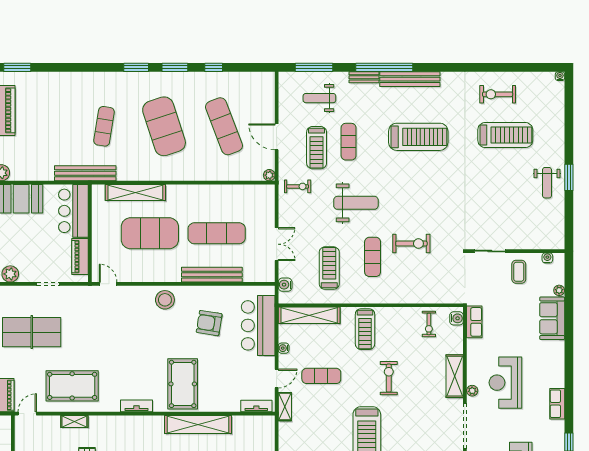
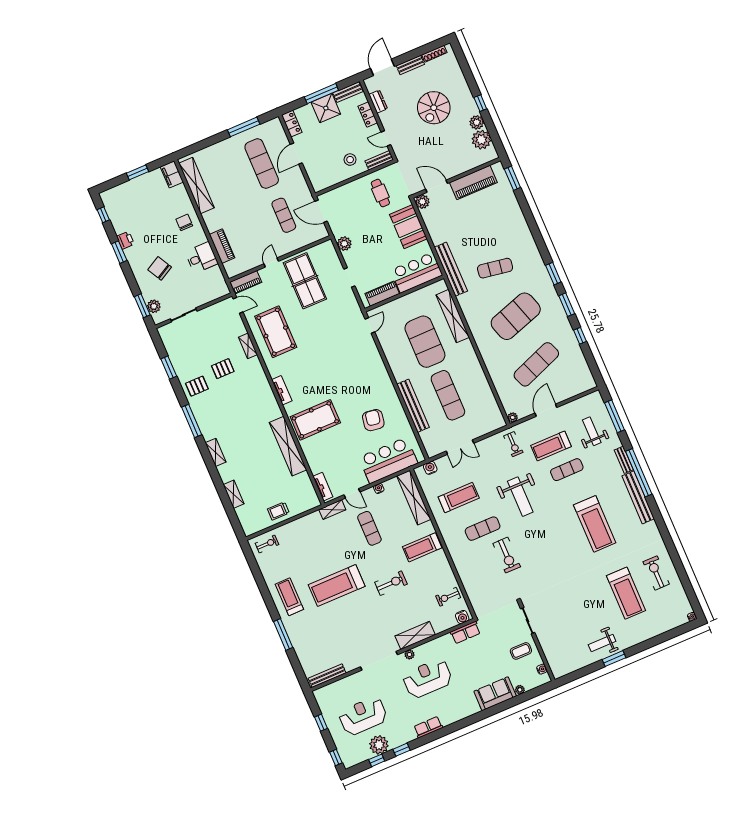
stool: (165, 300) -> (377, 377), removed

